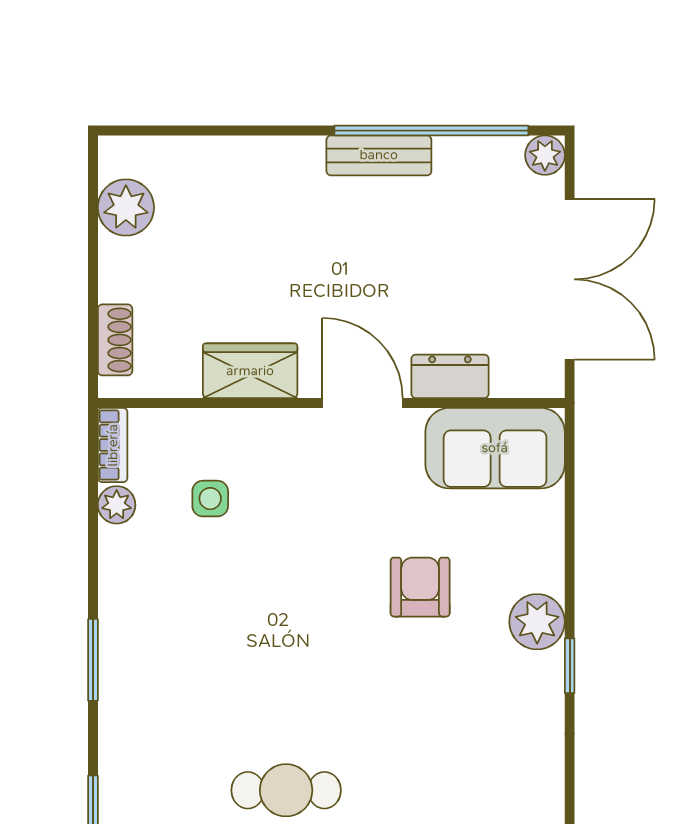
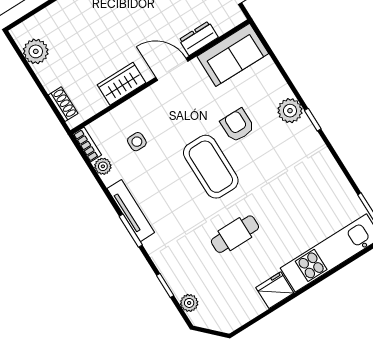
tv unit: (117, 622) -> (131, 211), added
coffee table: (321, 634) -> (211, 167), added

